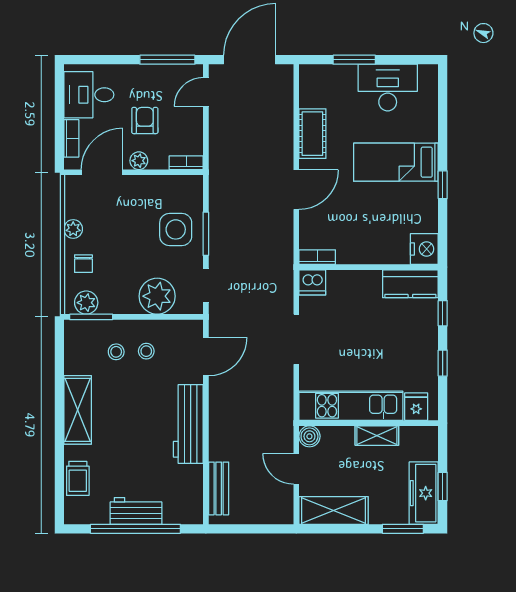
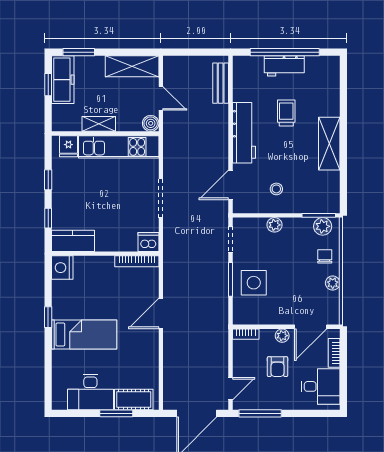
cot: (312, 134) -> (134, 400), moved, turned 90
bookcase: (317, 257) -> (137, 261), width x1.56
plant: (157, 296) -> (274, 225), width x0.53, depth x0.53
stool: (116, 352) -> (300, 188), removed
trolley: (78, 478) -> (286, 113), moved

